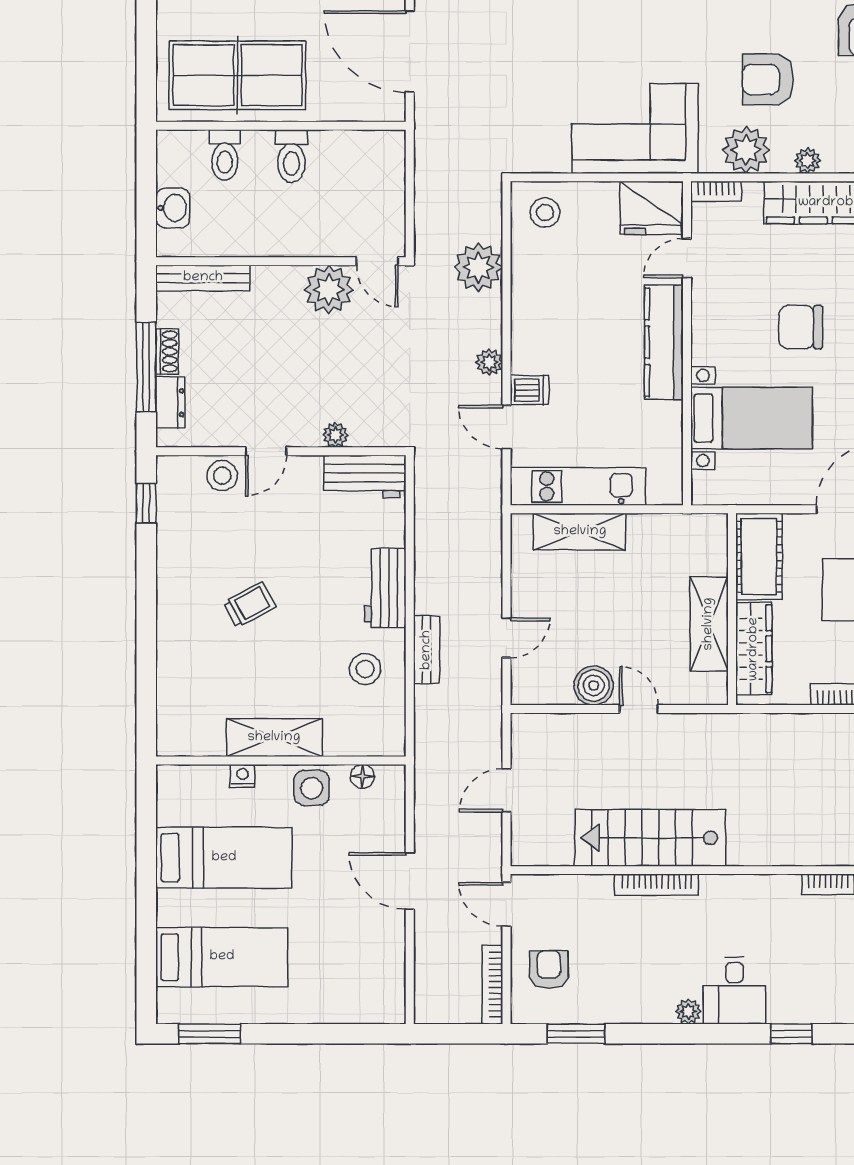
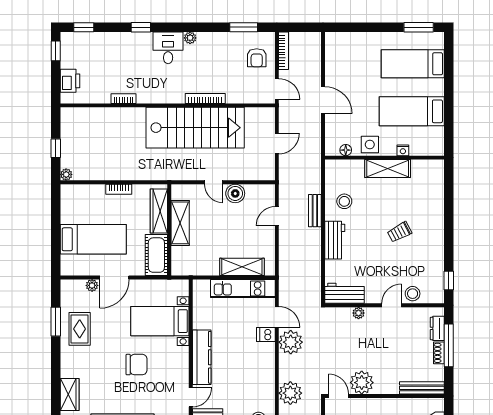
plant: (489, 362) -> (291, 342), width x1.87, depth x1.87
stairs: (650, 838) -> (195, 128), width x1.36, depth x1.51

